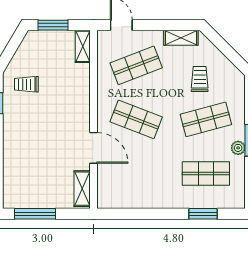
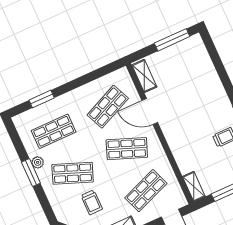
shop shelf: (206, 119) -> (73, 173), turned 36
shop shelf: (136, 173) -> (108, 107), added

